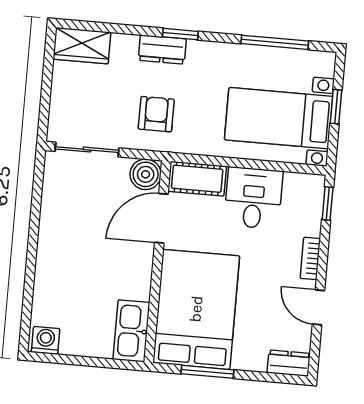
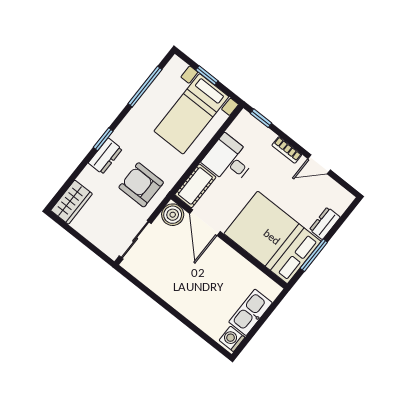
armchair: (156, 114) -> (141, 185), width x1.38, depth x1.38
kitchen sink: (131, 331) -> (250, 312), moved, turned 90
dresser: (289, 363) -> (325, 223), moved

